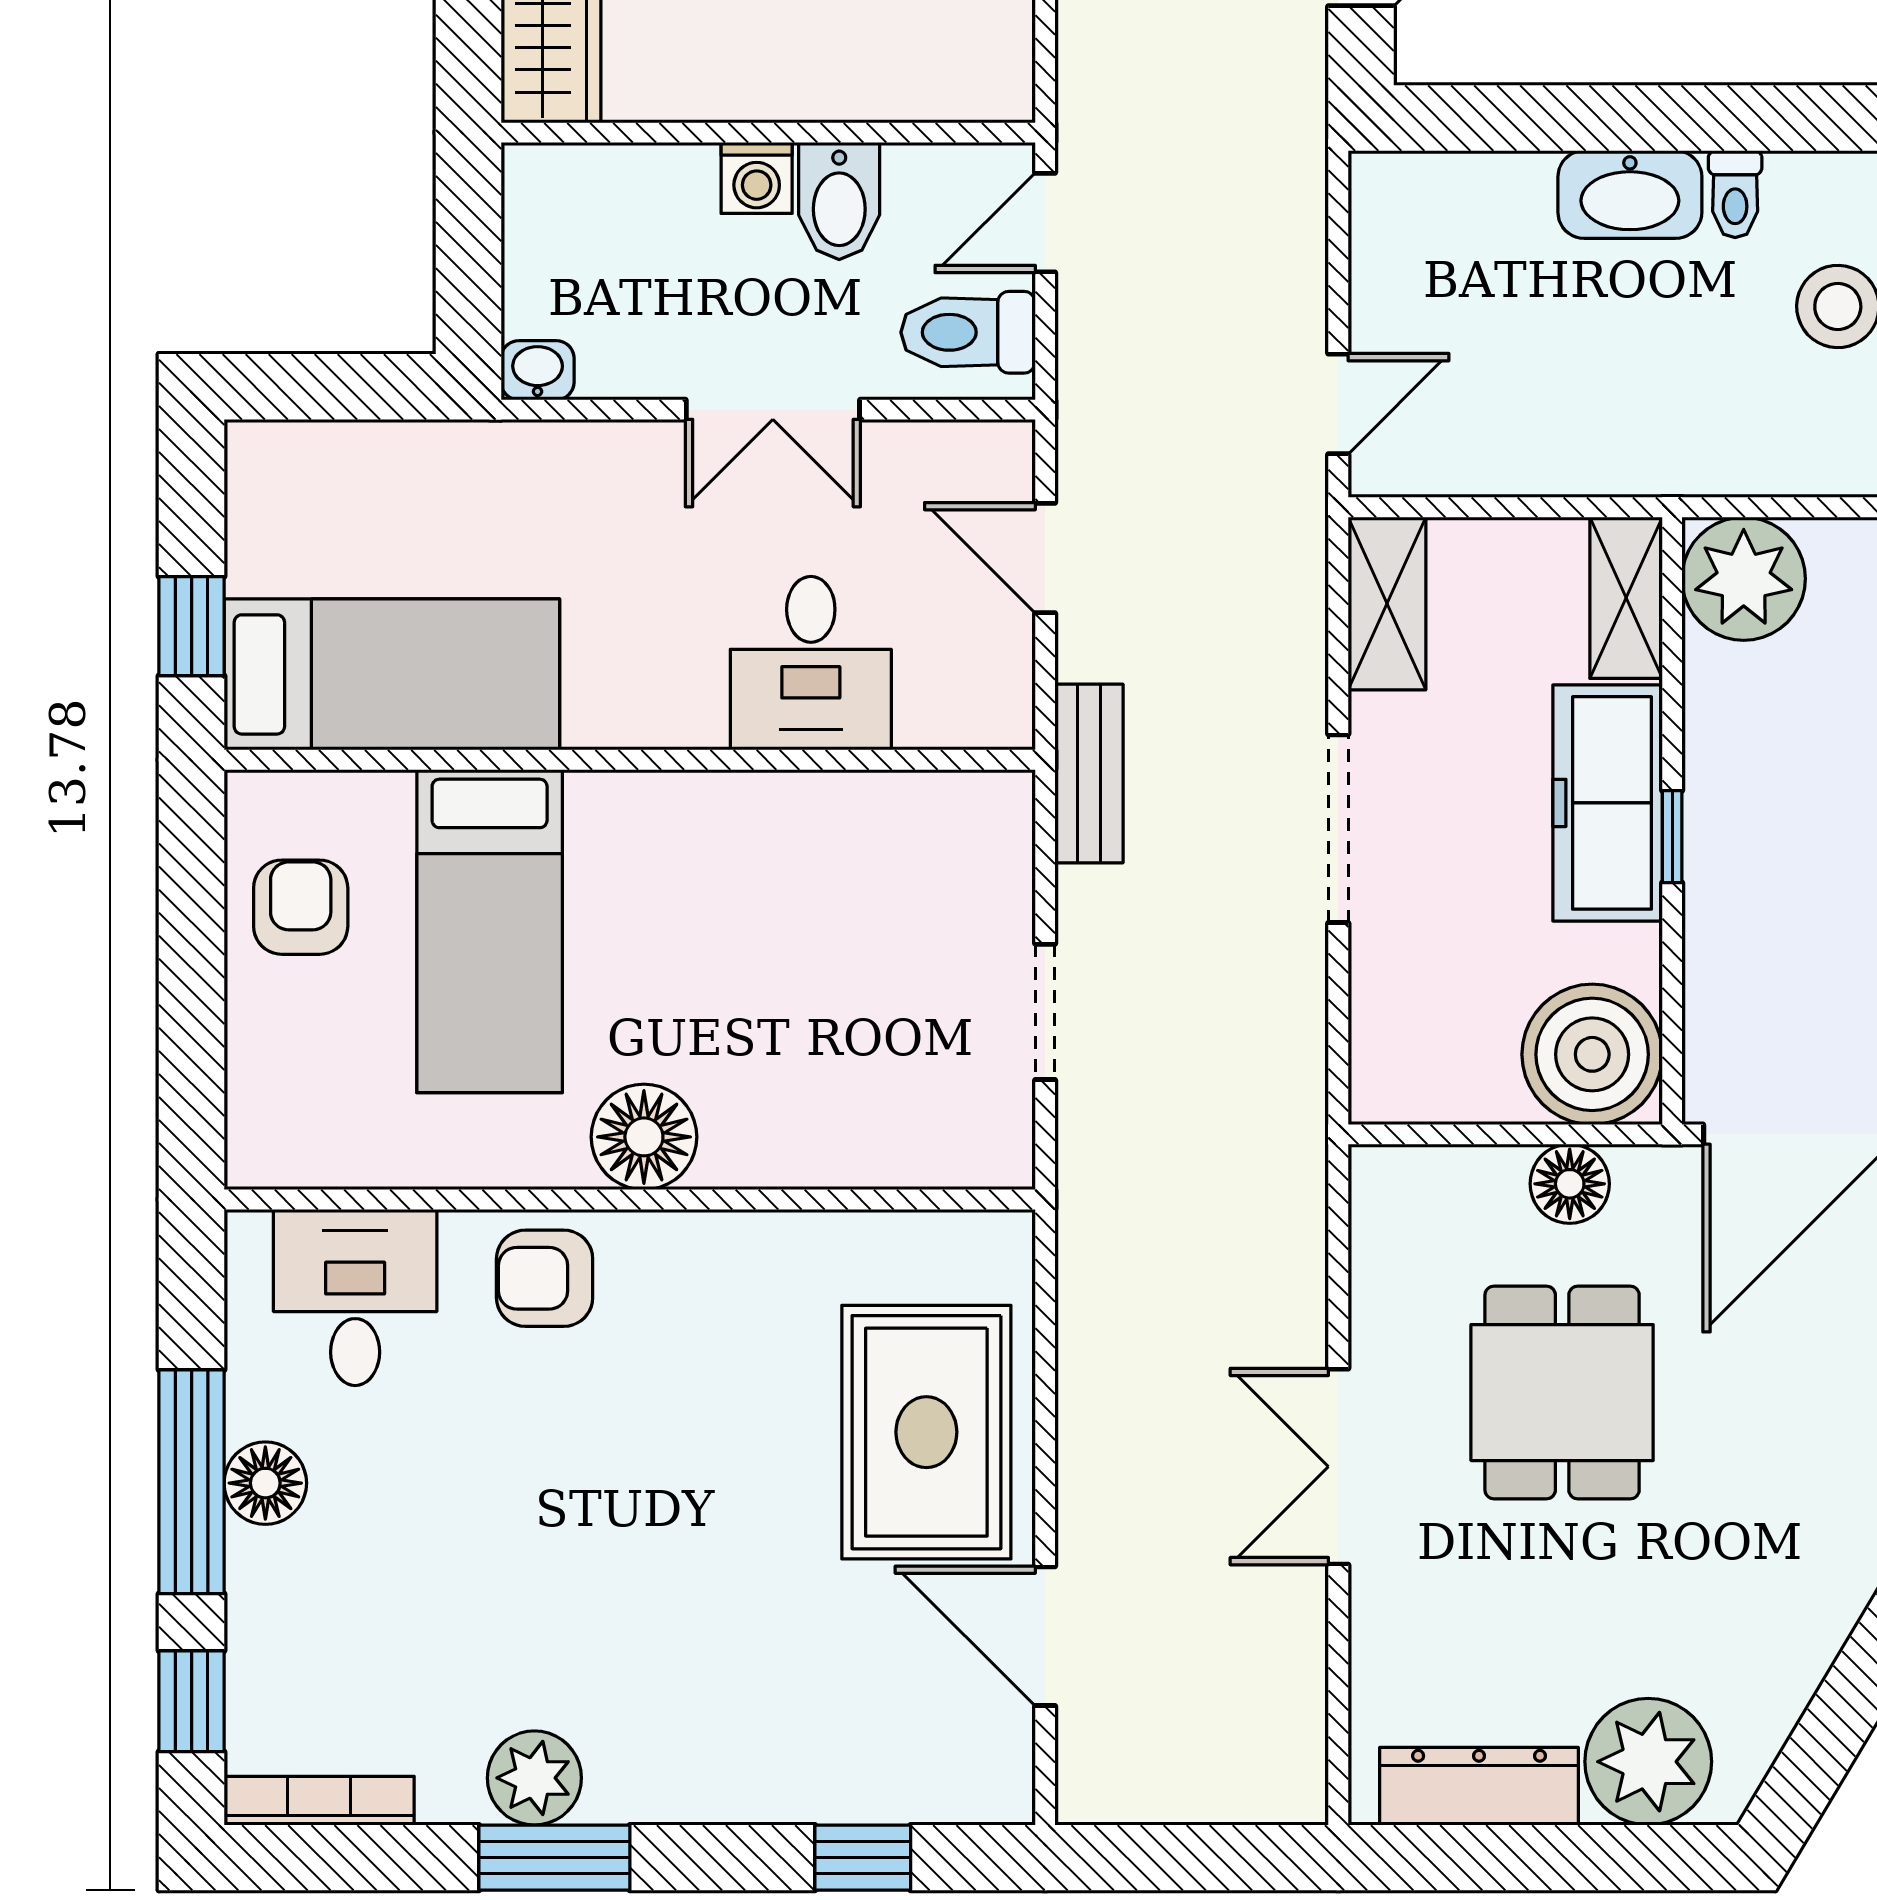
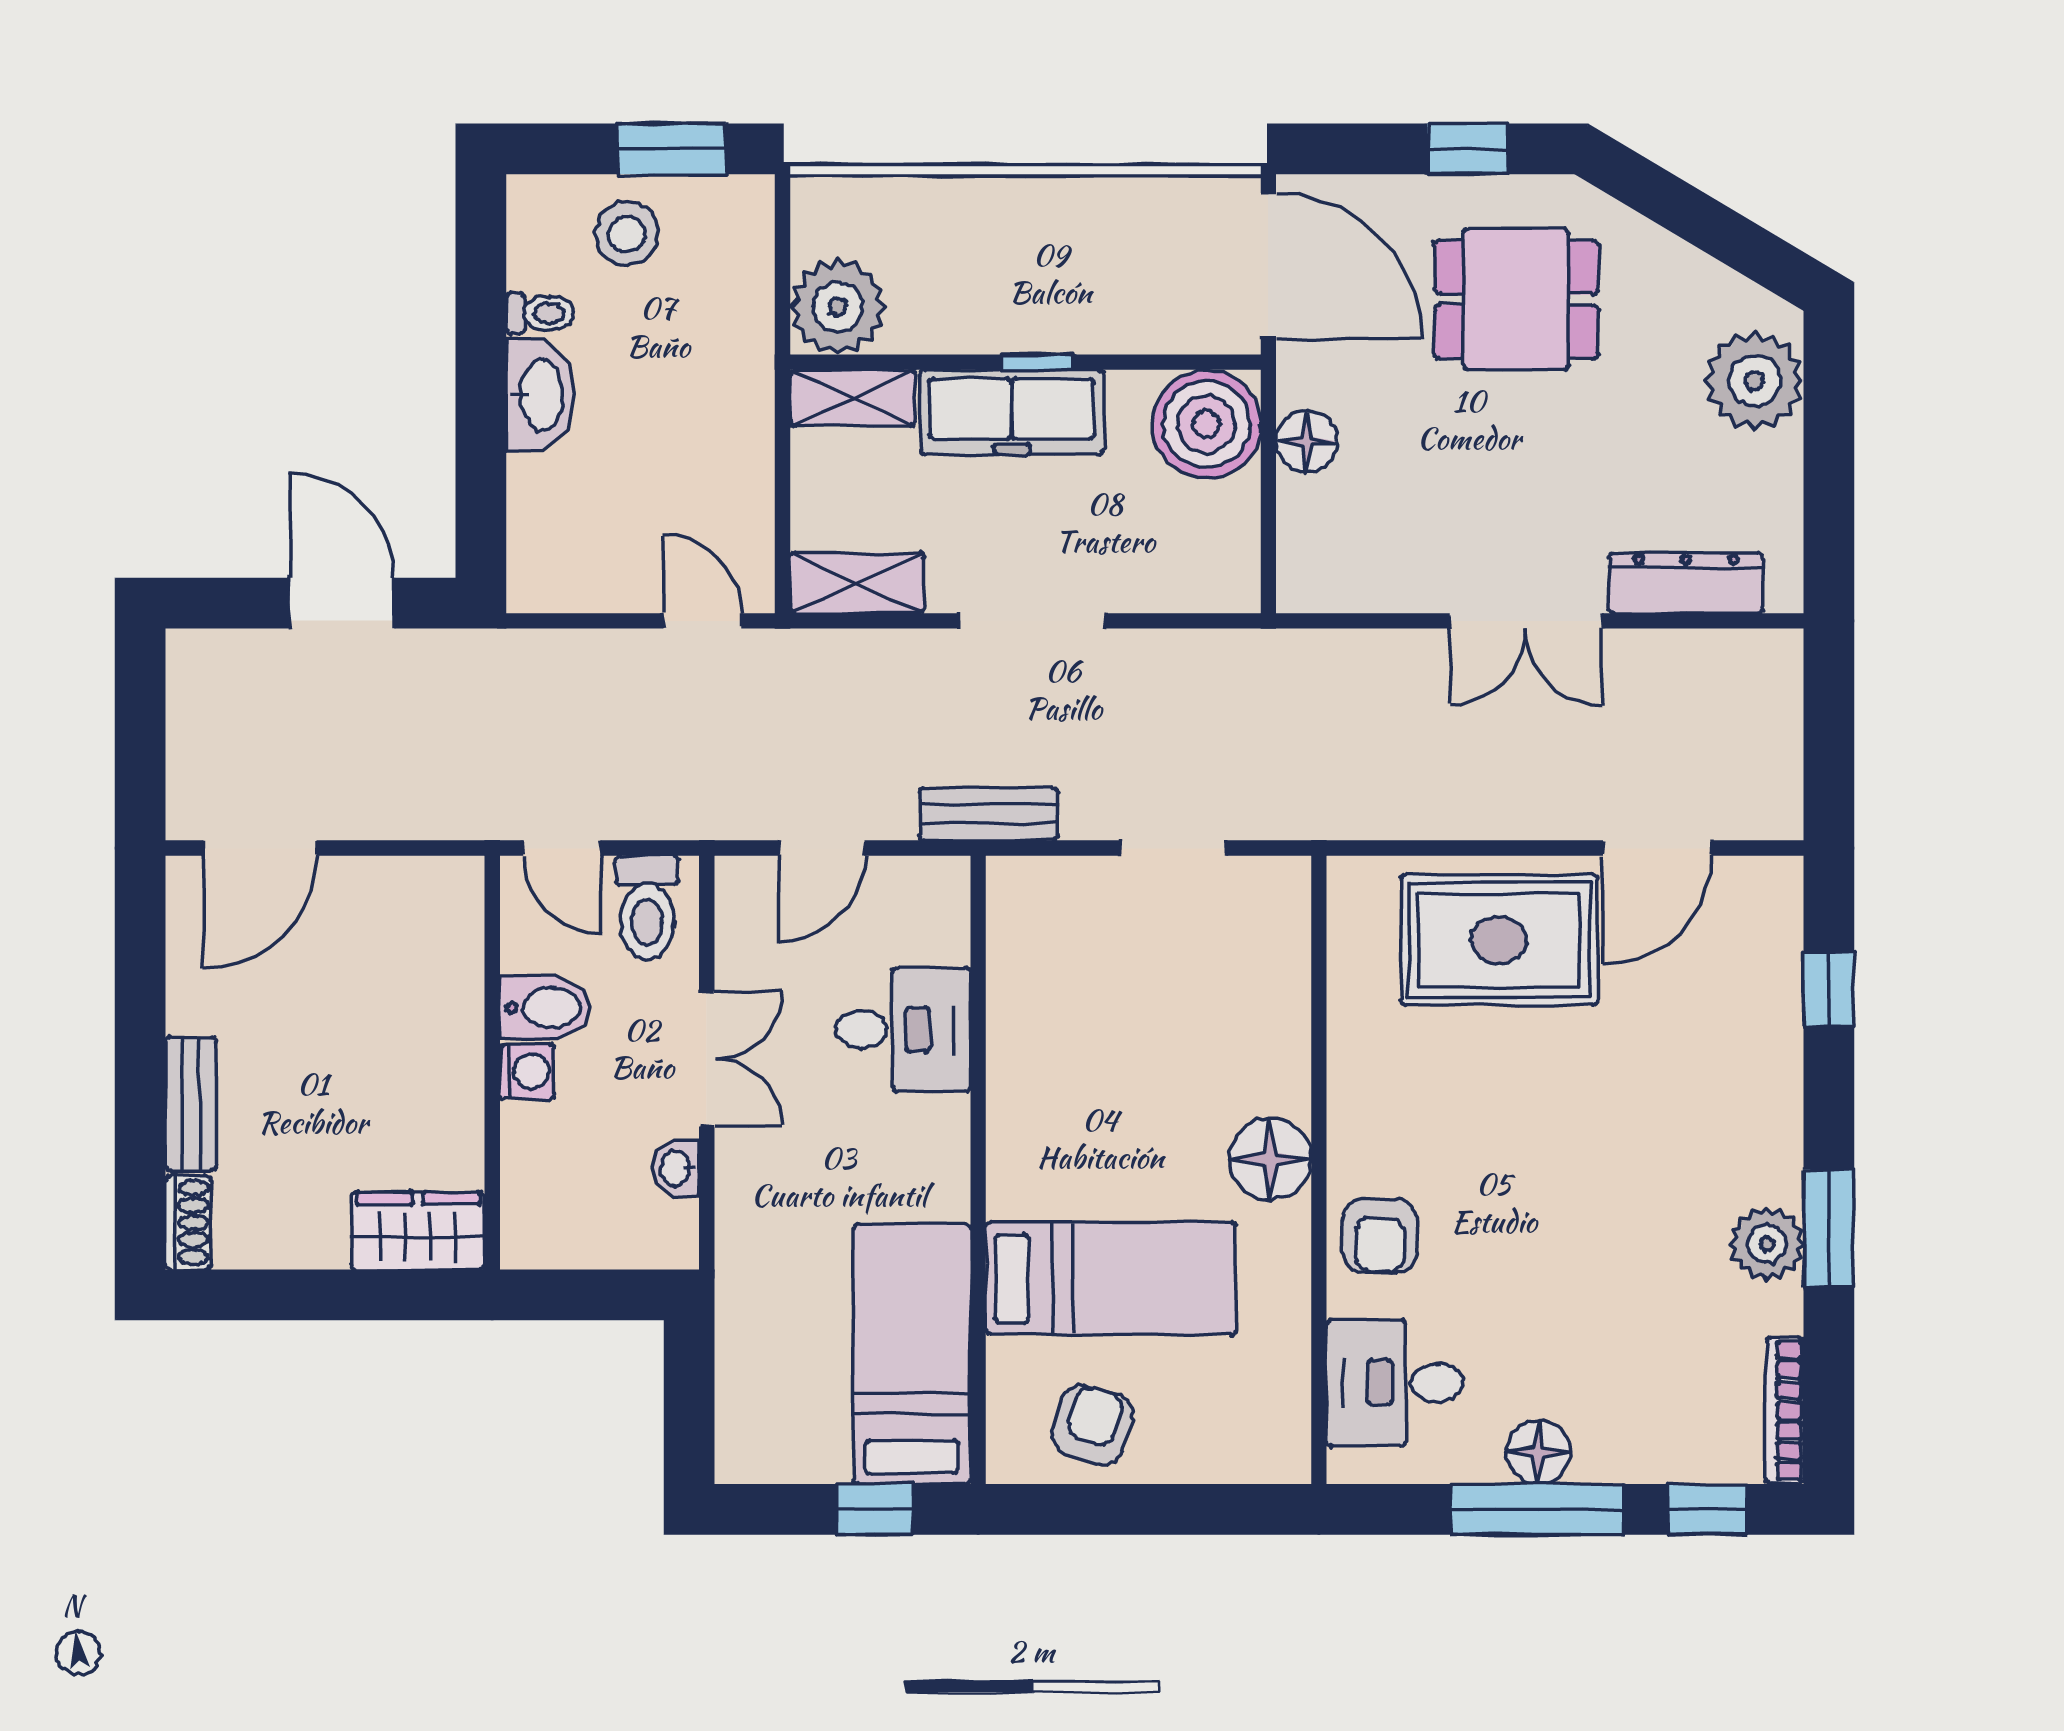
washbasin: (538, 370) -> (676, 1168), moved
armchair: (301, 907) -> (1092, 1425), turned 107
dining table: (1562, 1393) -> (1516, 299), moved
dresser: (1479, 1786) -> (1686, 583), moved, turned 90

